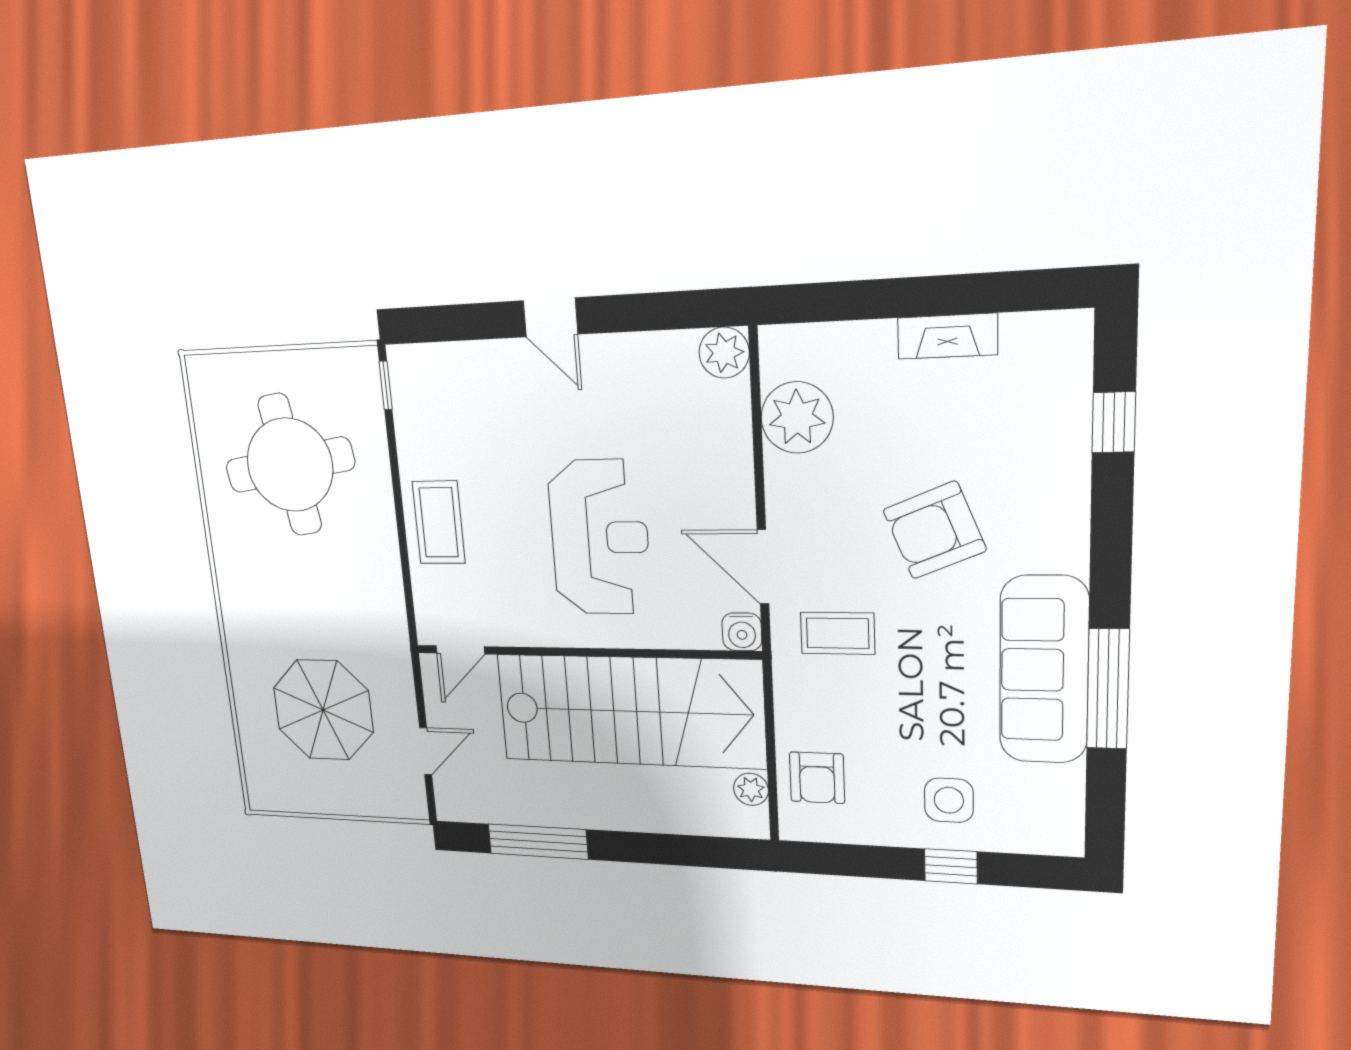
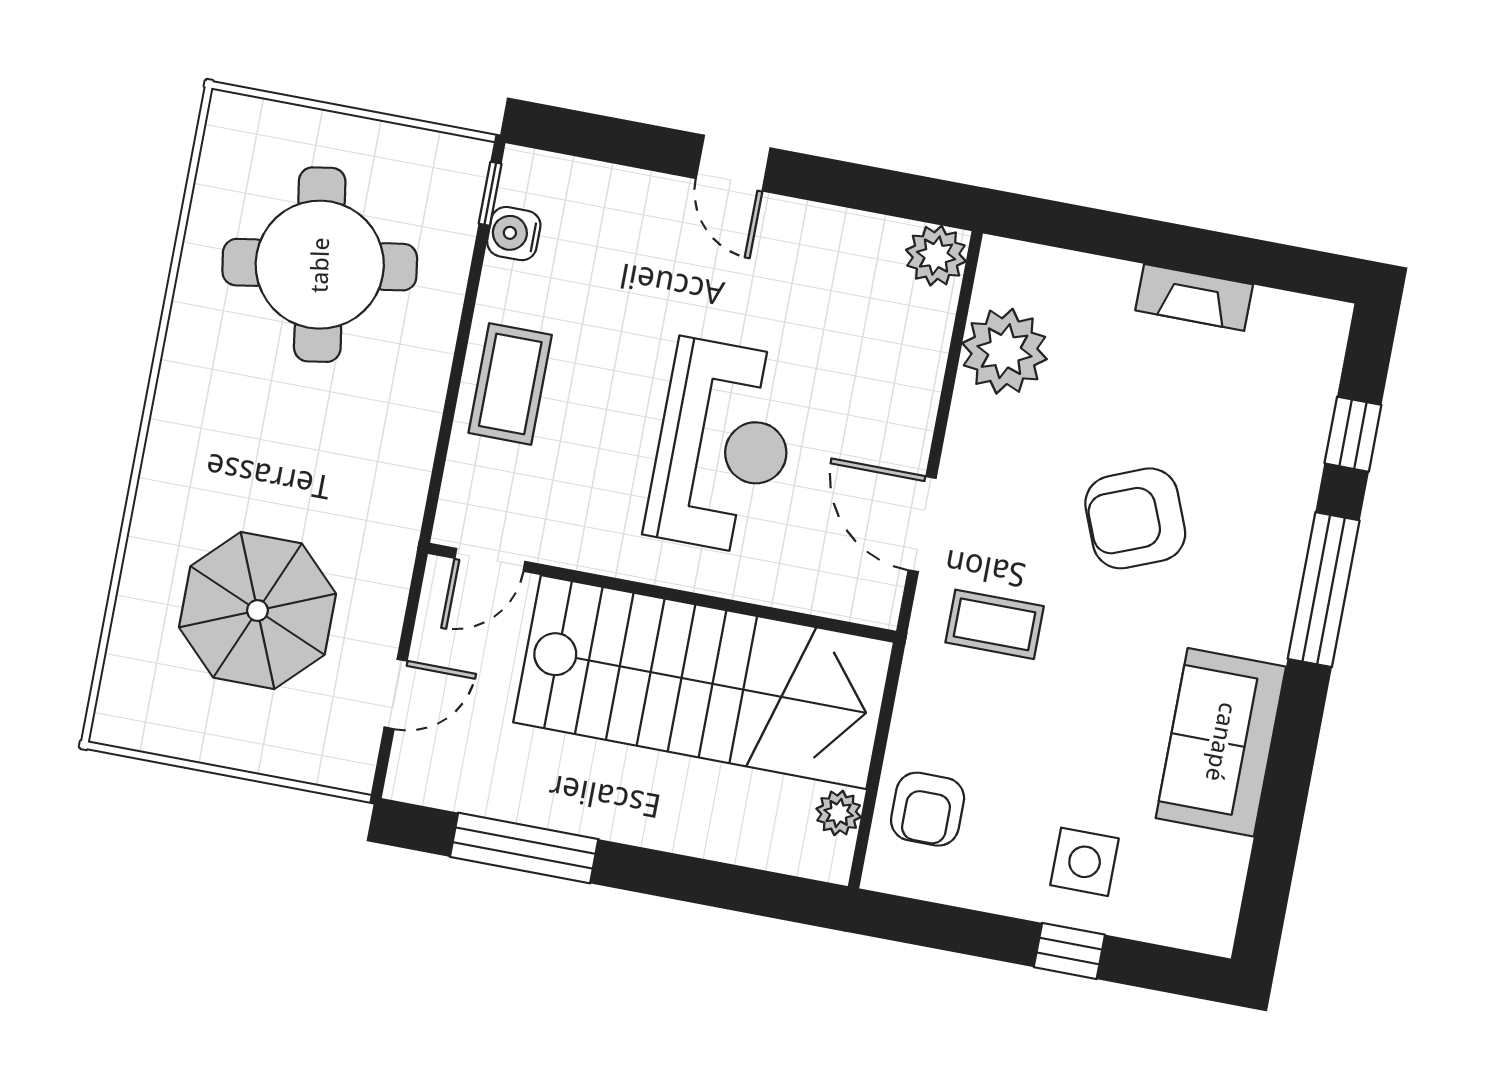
water cooler: (742, 632) -> (514, 234), moved, turned 90
sofa: (1044, 670) -> (1221, 742), width x0.73
window: (1108, 689) -> (1324, 590), moved

